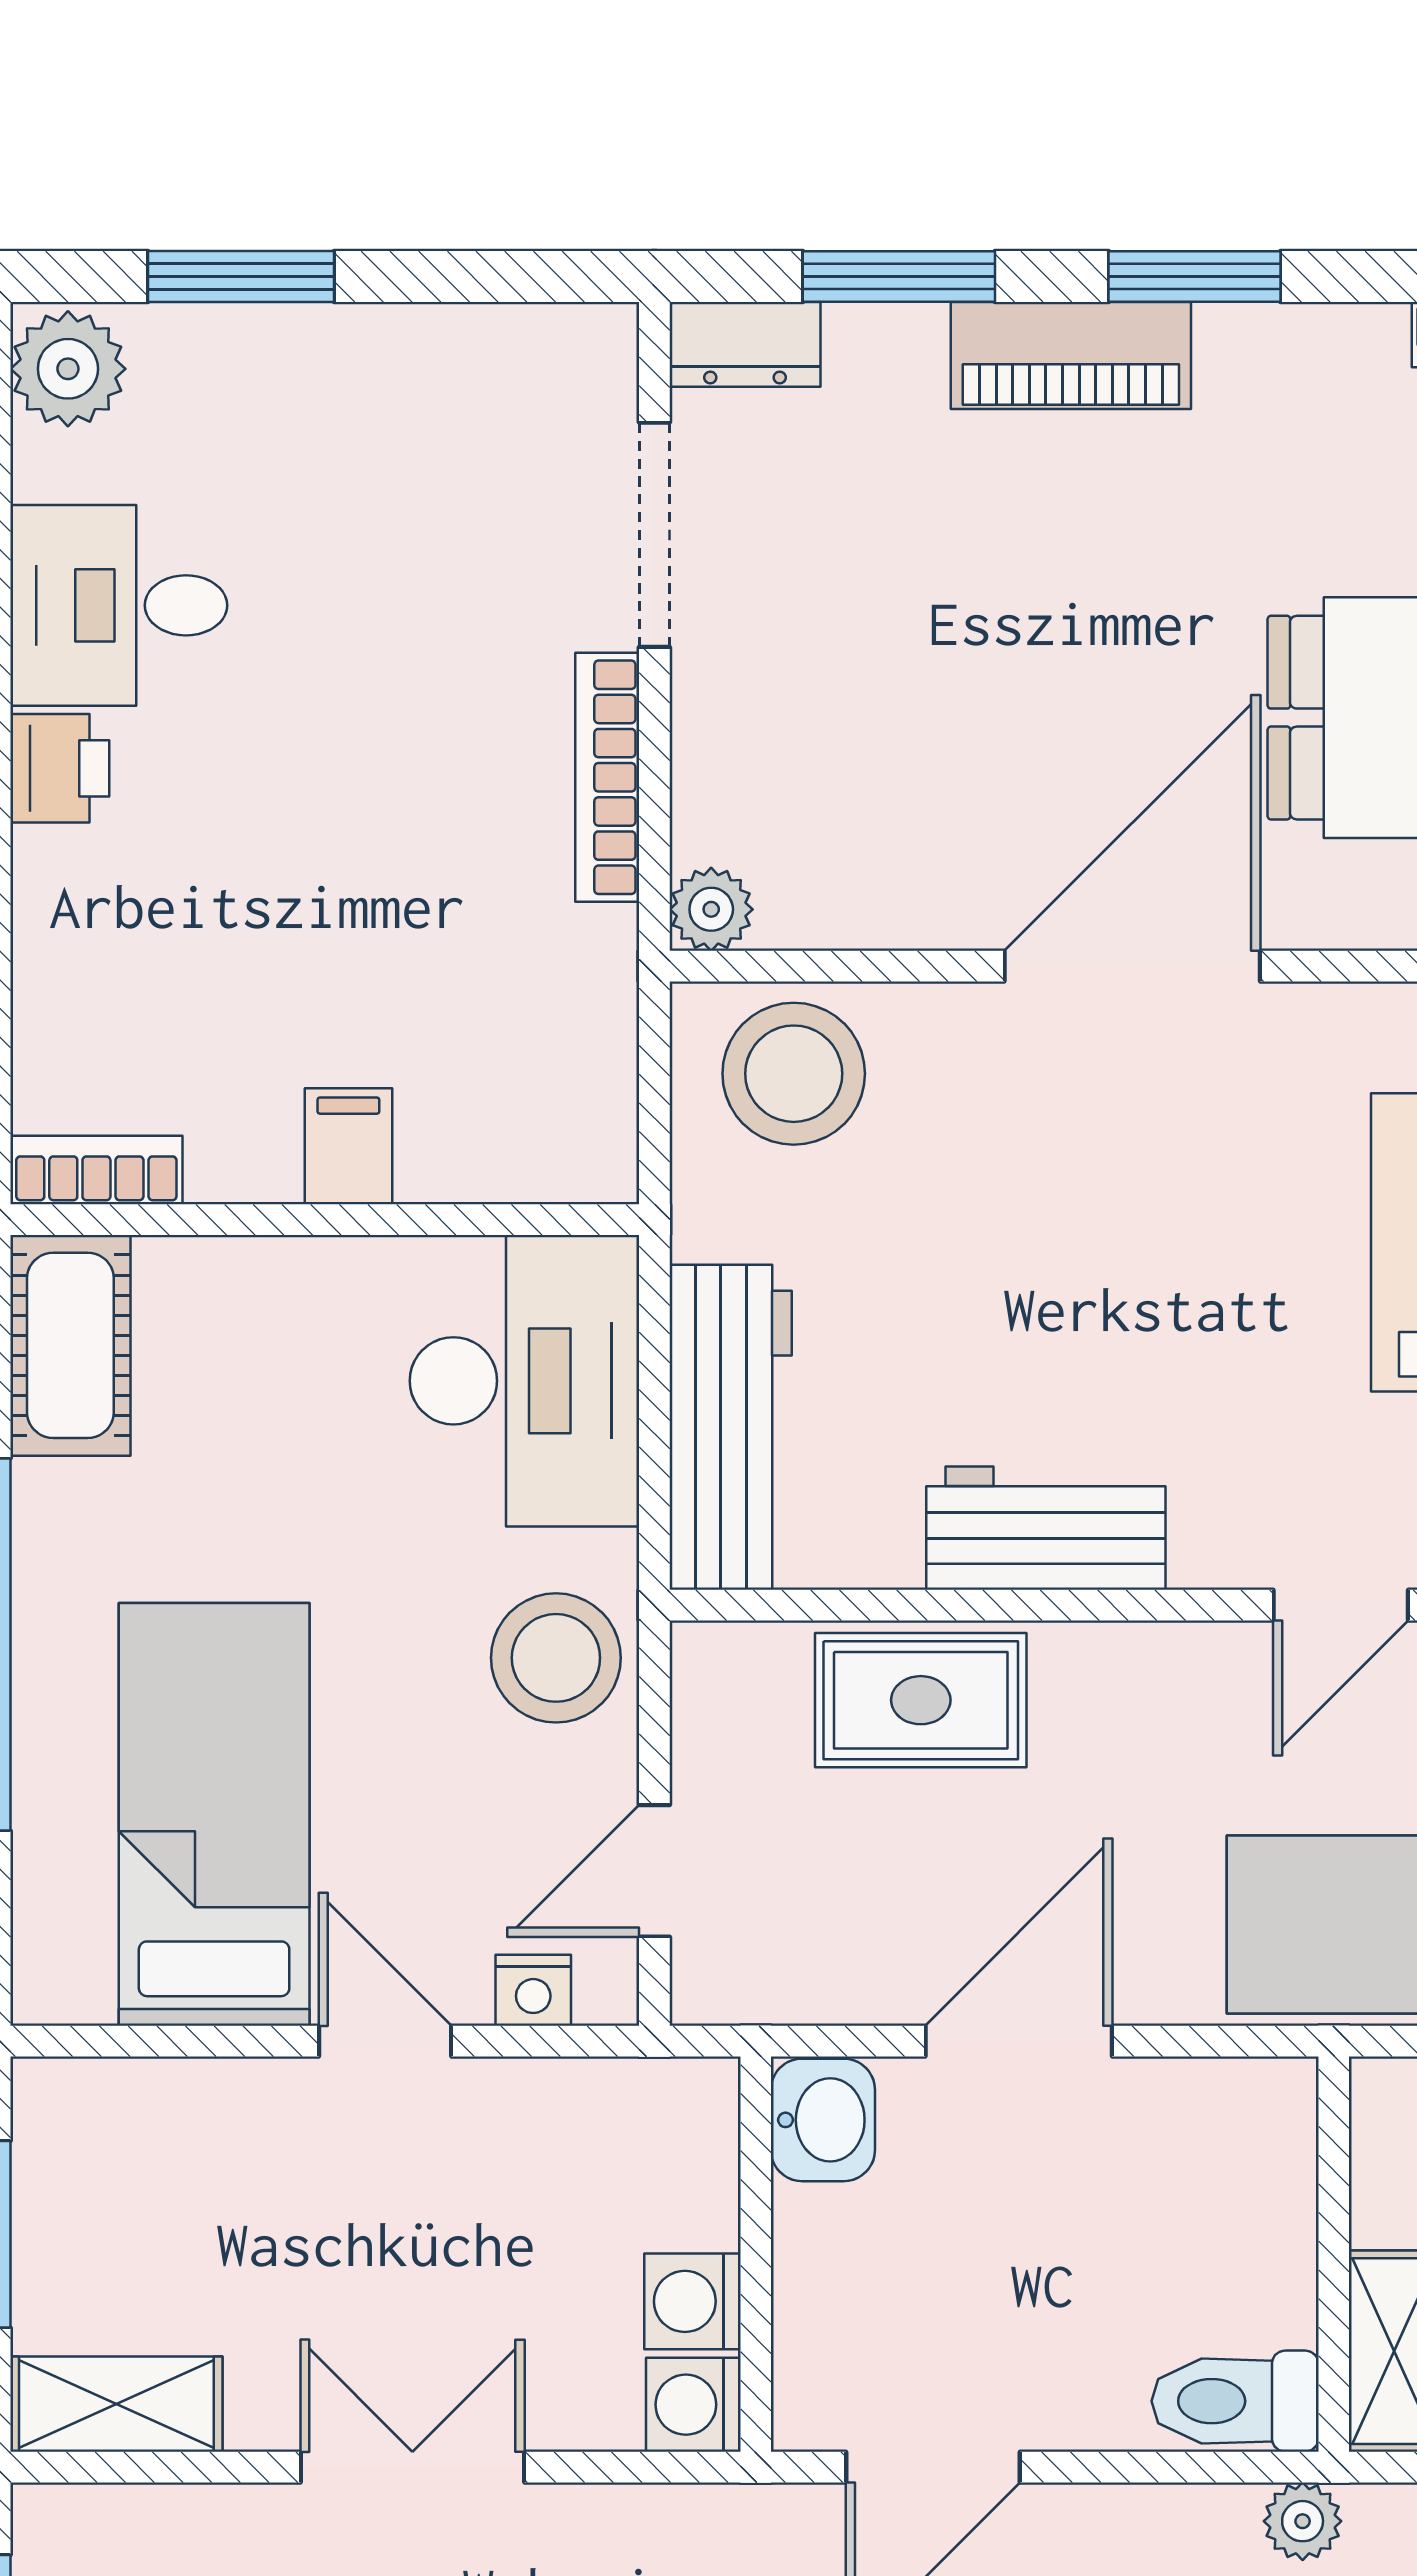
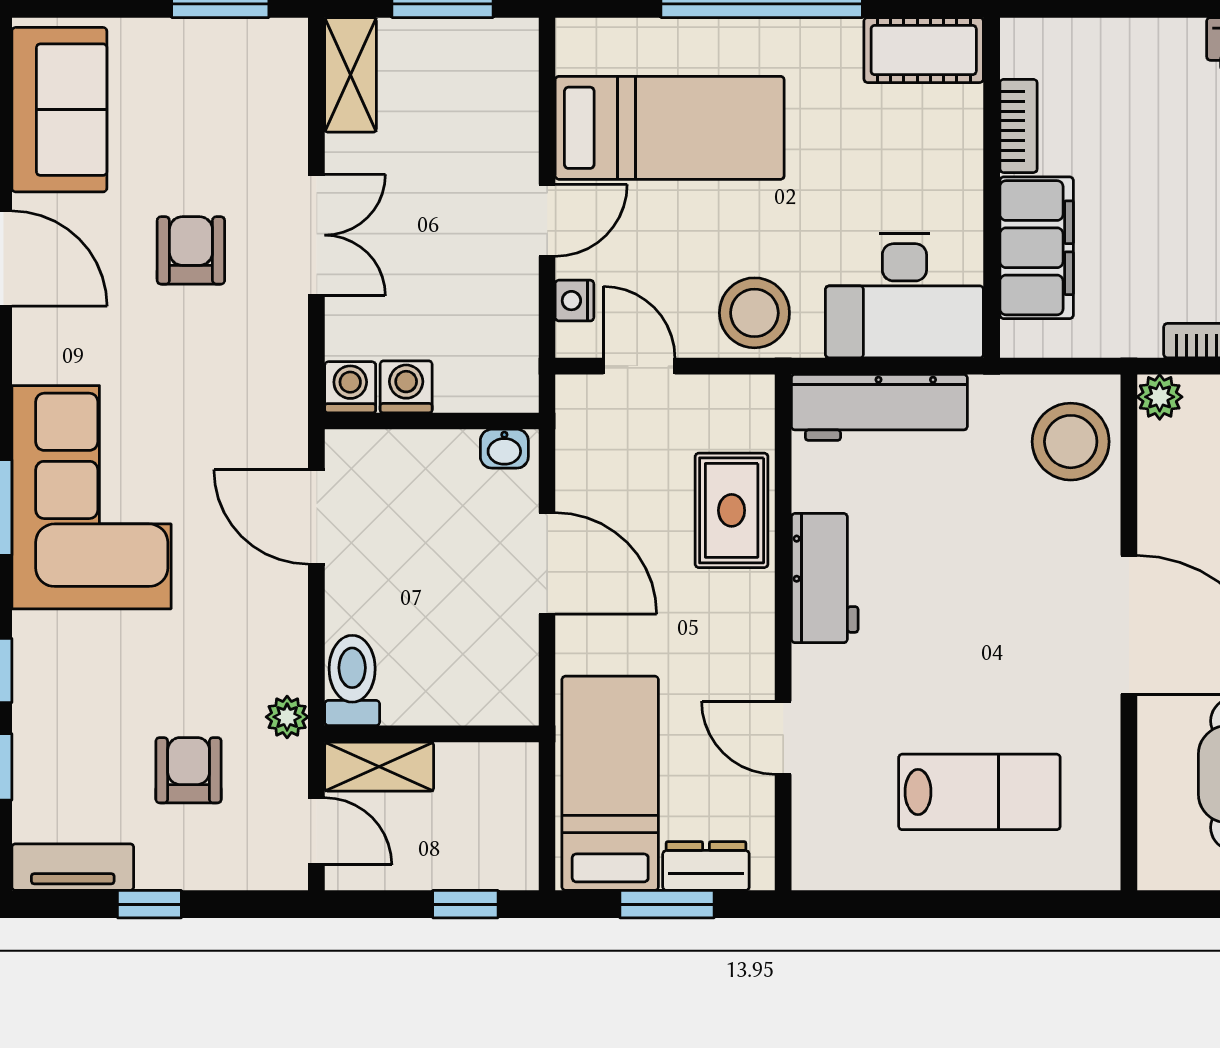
filing cabinet: (348, 1146) -> (1037, 248), width x3.00, depth x1.17
bookcase: (96, 1170) -> (1019, 126), moved
washbasin: (823, 2120) -> (504, 449), width x0.72, depth x0.69

